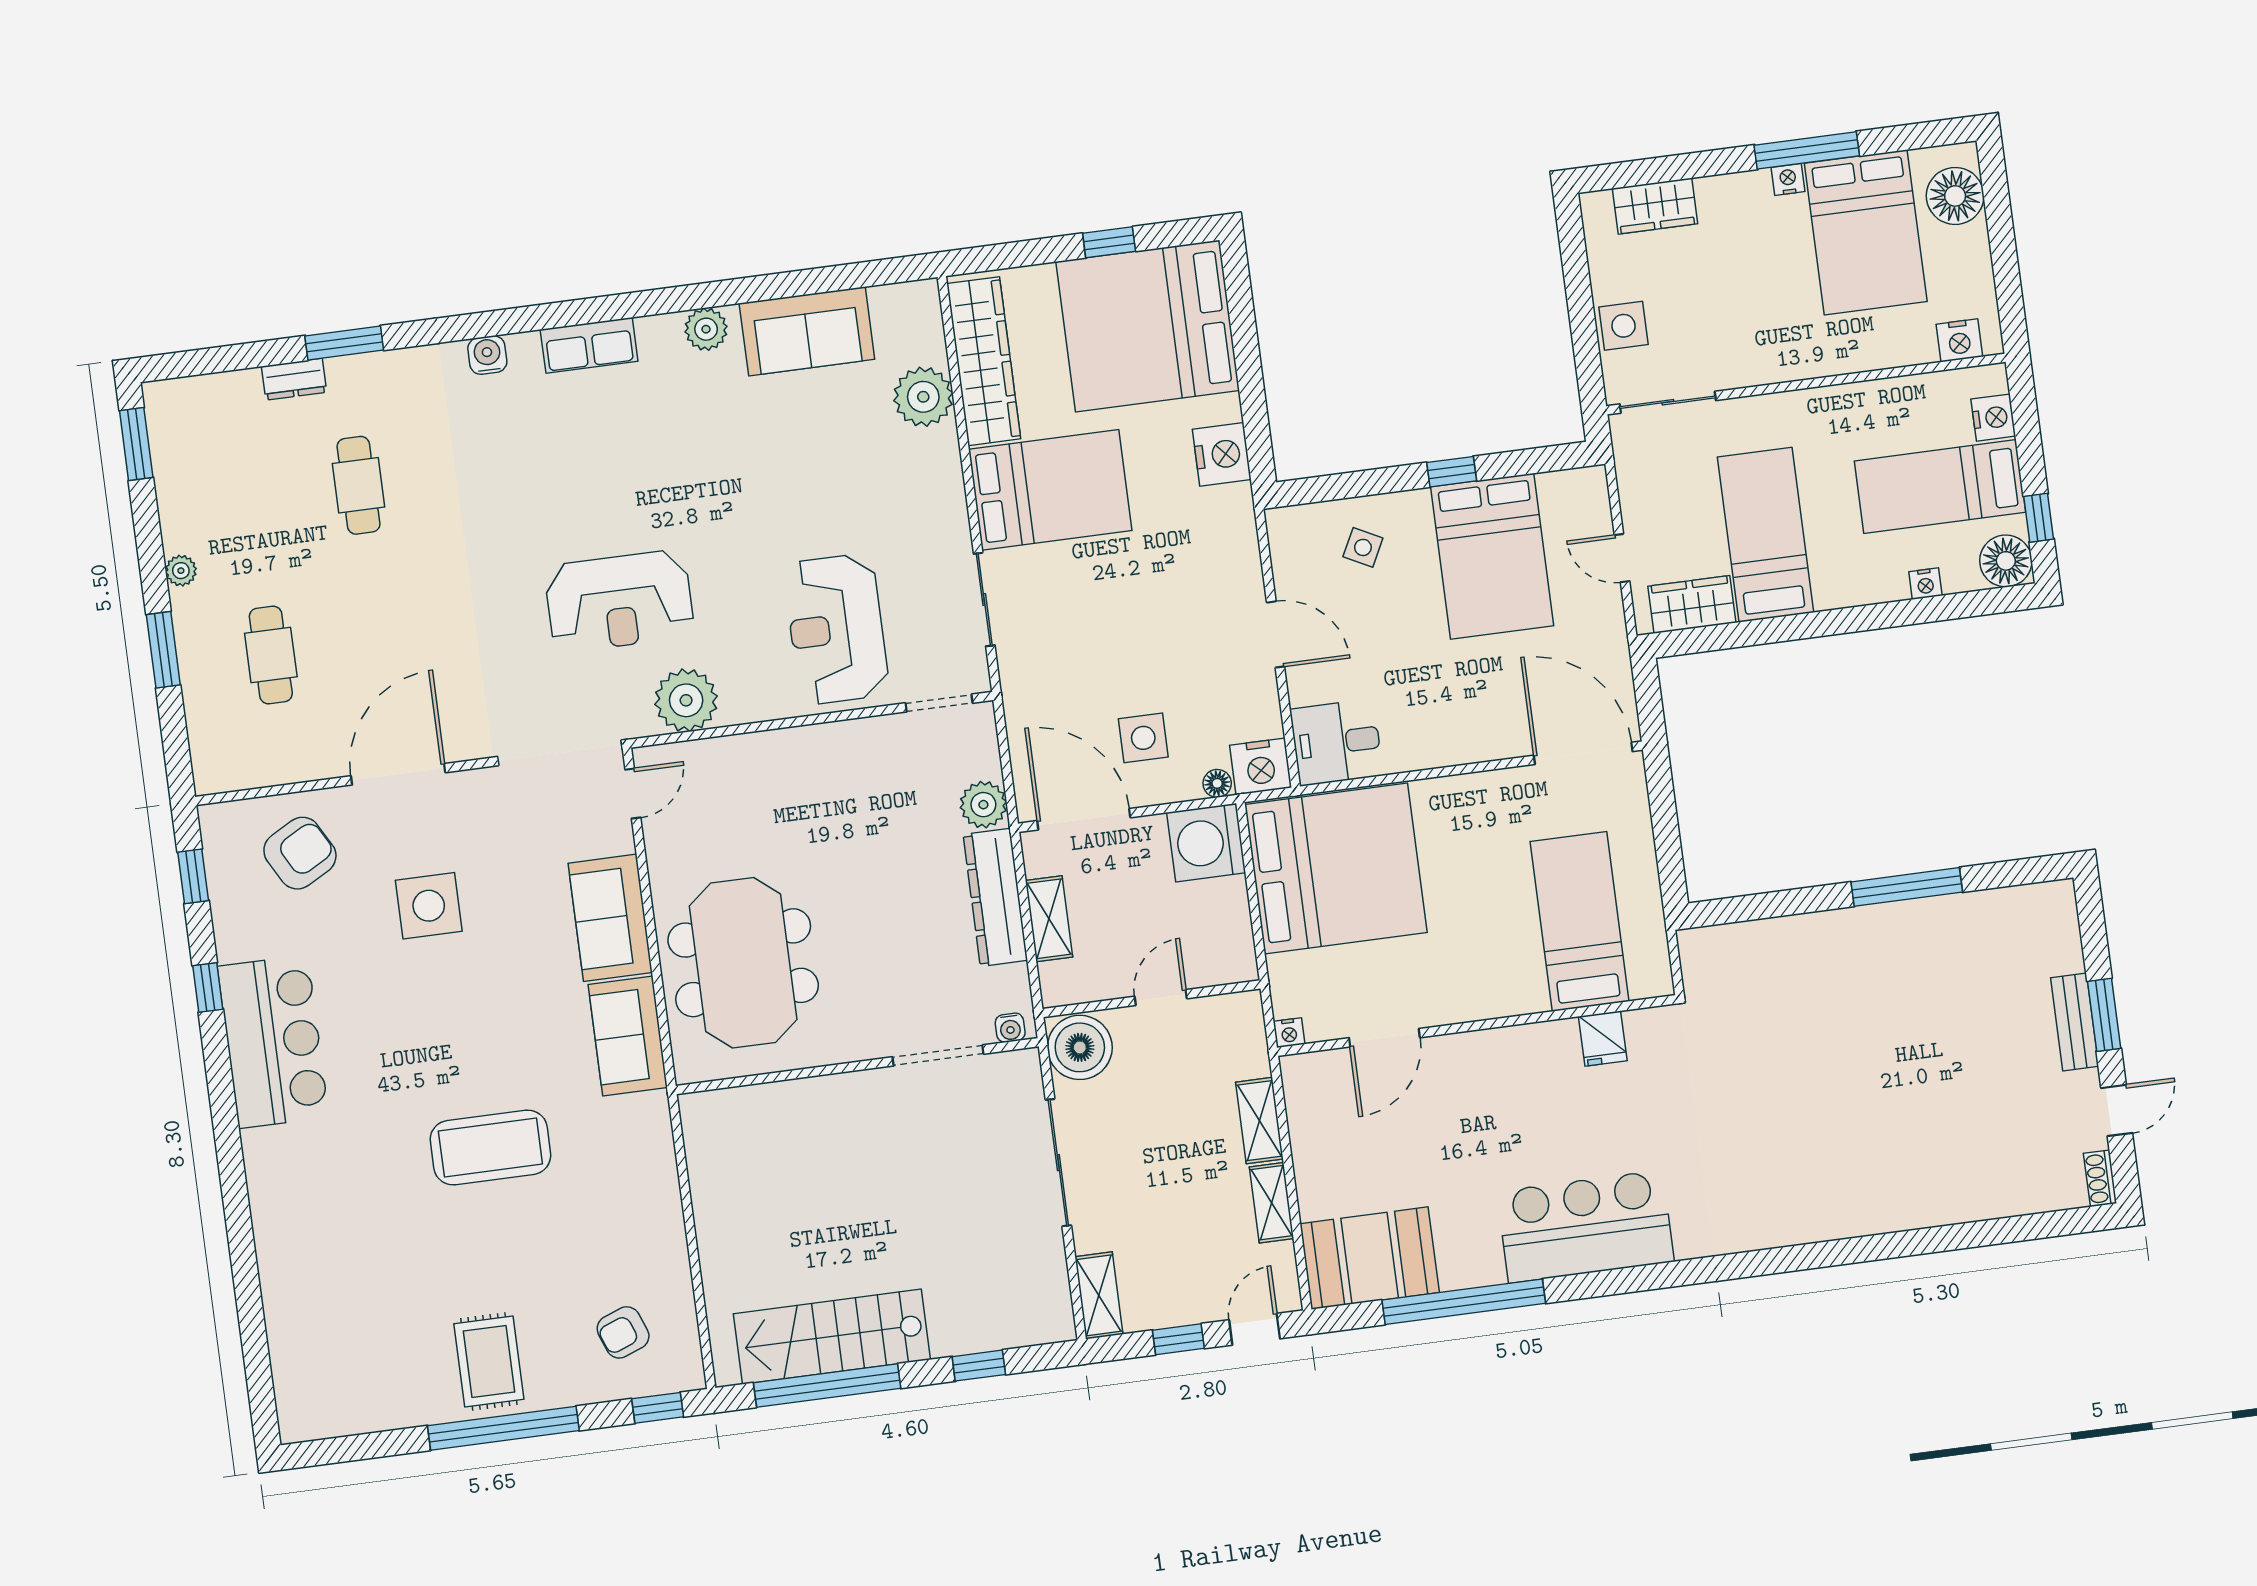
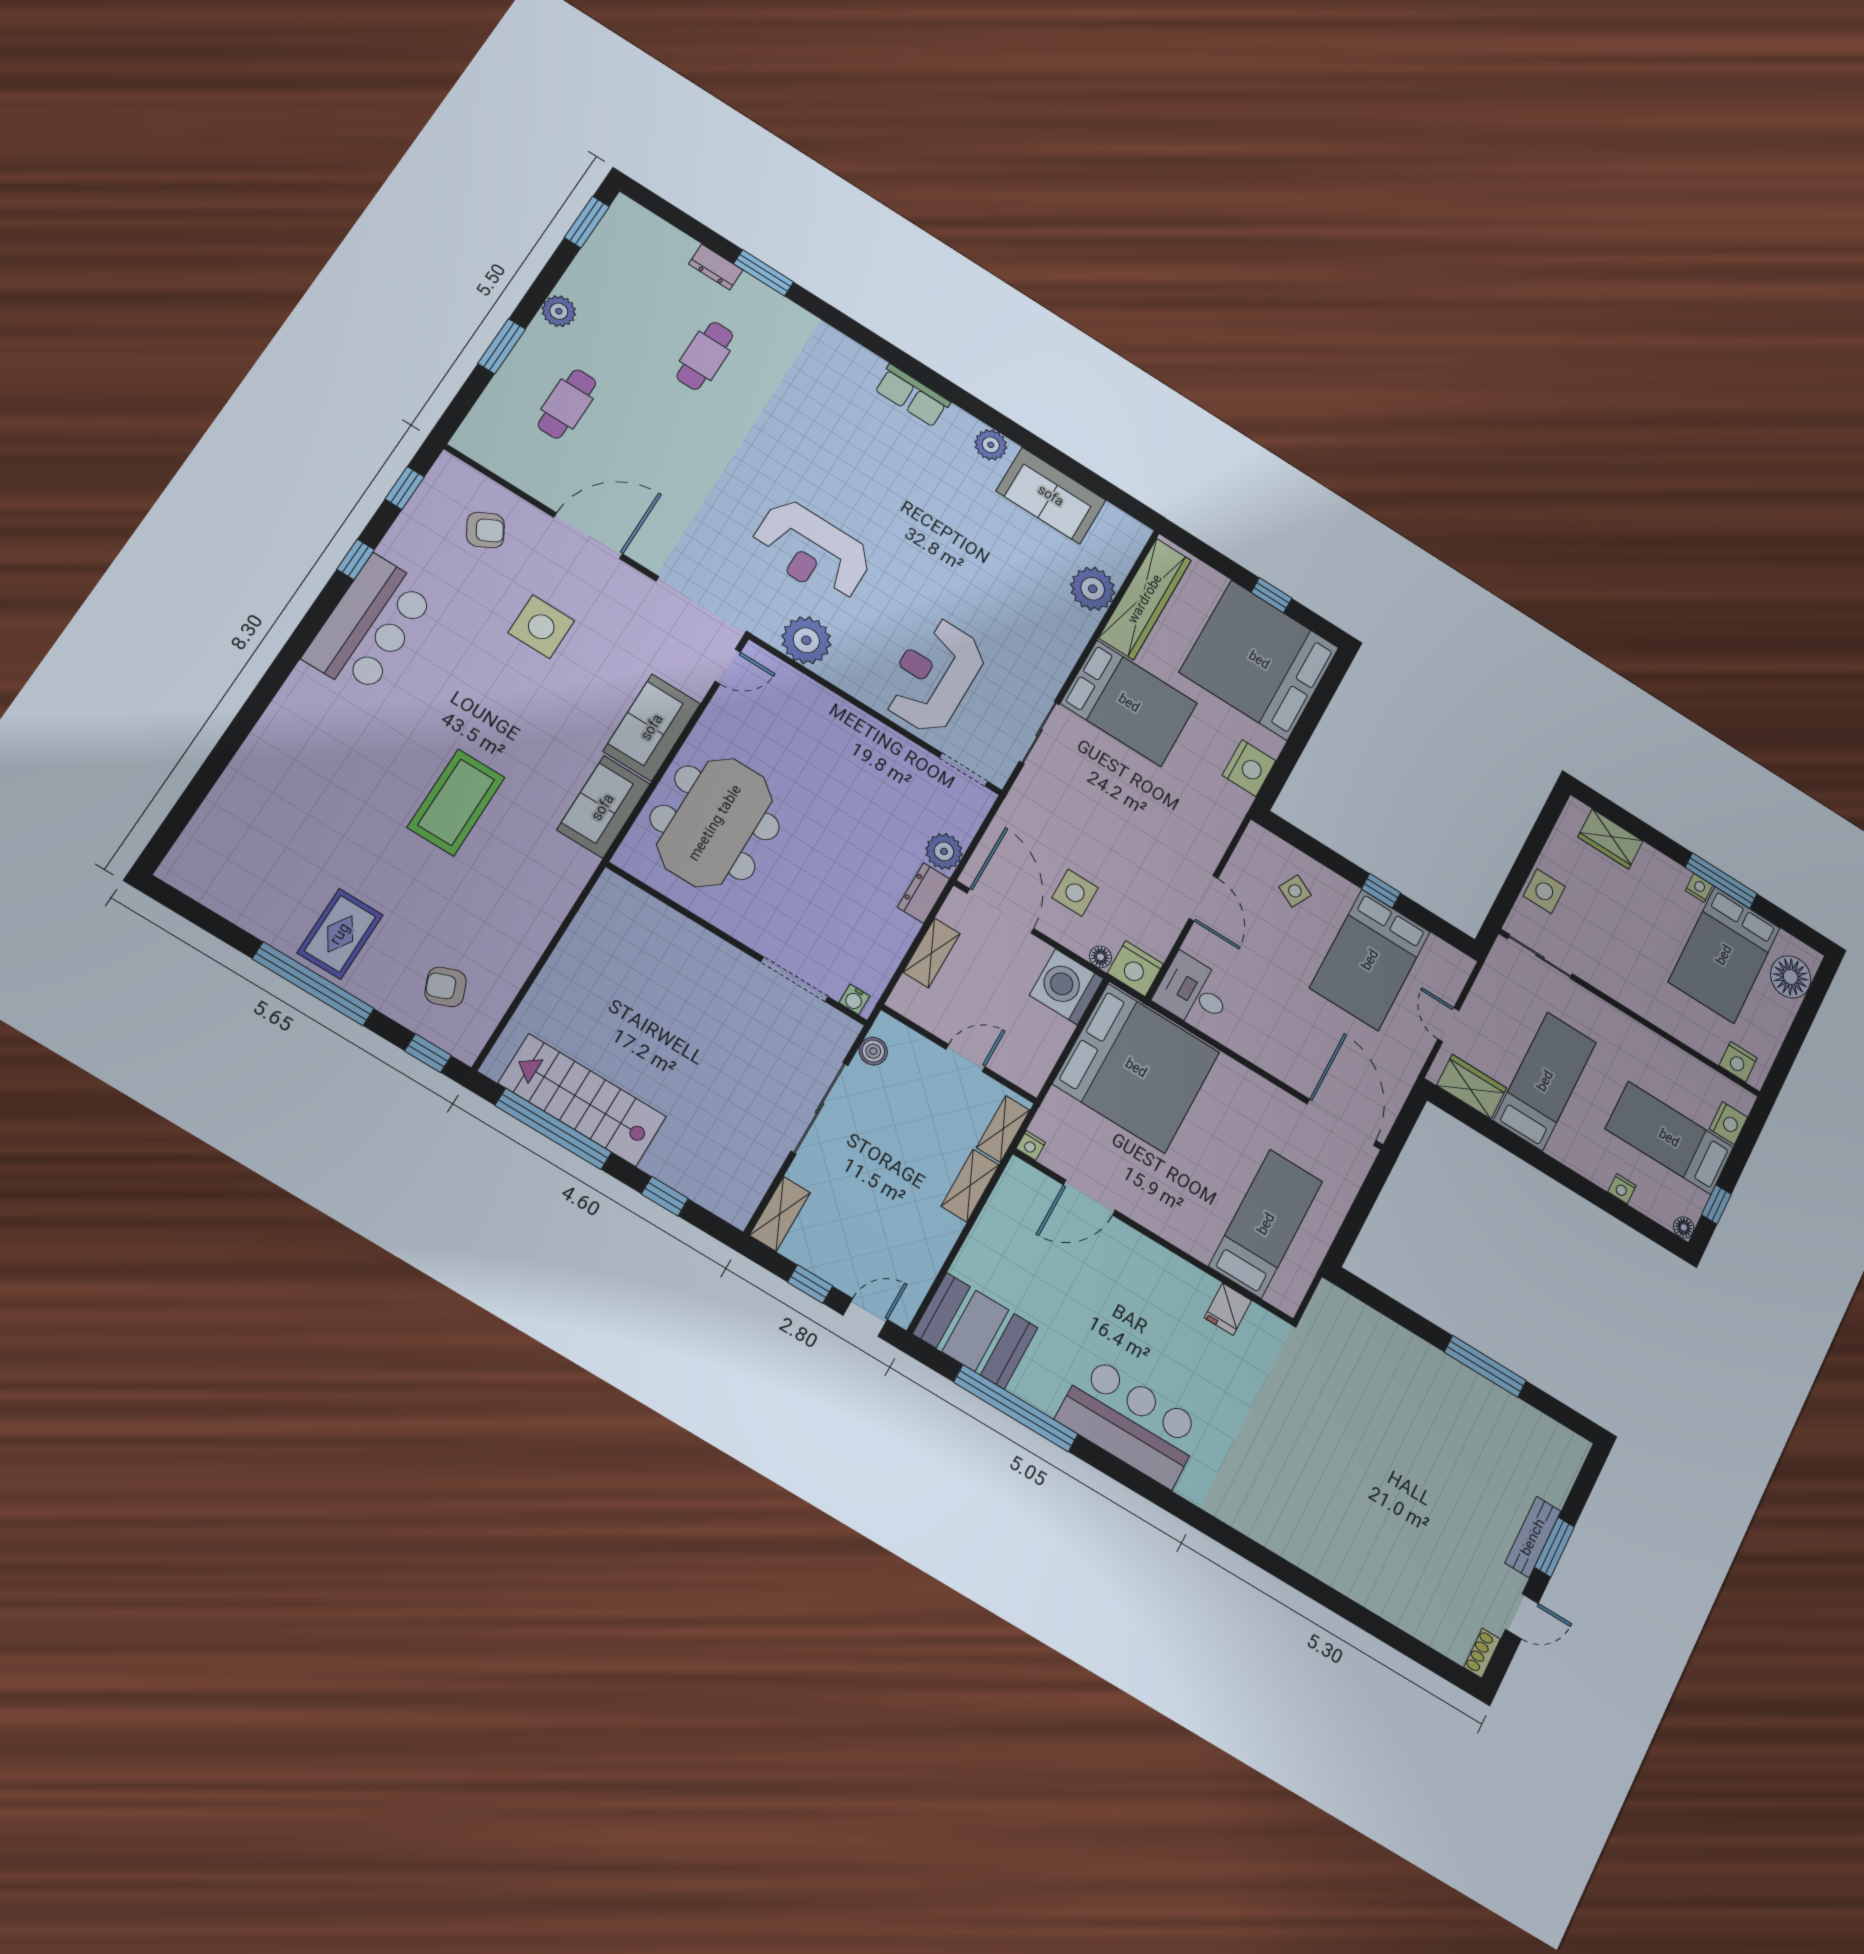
water cooler: (487, 355) -> (846, 350), removed
floor lamp: (2006, 561) -> (1684, 1227), width x0.53, depth x0.53
plant: (181, 571) -> (559, 311), width x1.38, depth x1.38
armchair: (300, 853) -> (485, 530), width x0.72, depth x0.72
dresser: (995, 897) -> (924, 893), width x0.51, depth x0.80
boiler: (1080, 1047) -> (873, 1051), width x0.54, depth x0.54
coffee table: (490, 1147) -> (456, 802), turned 90
shelving: (1272, 1203) -> (1003, 1129), moved

